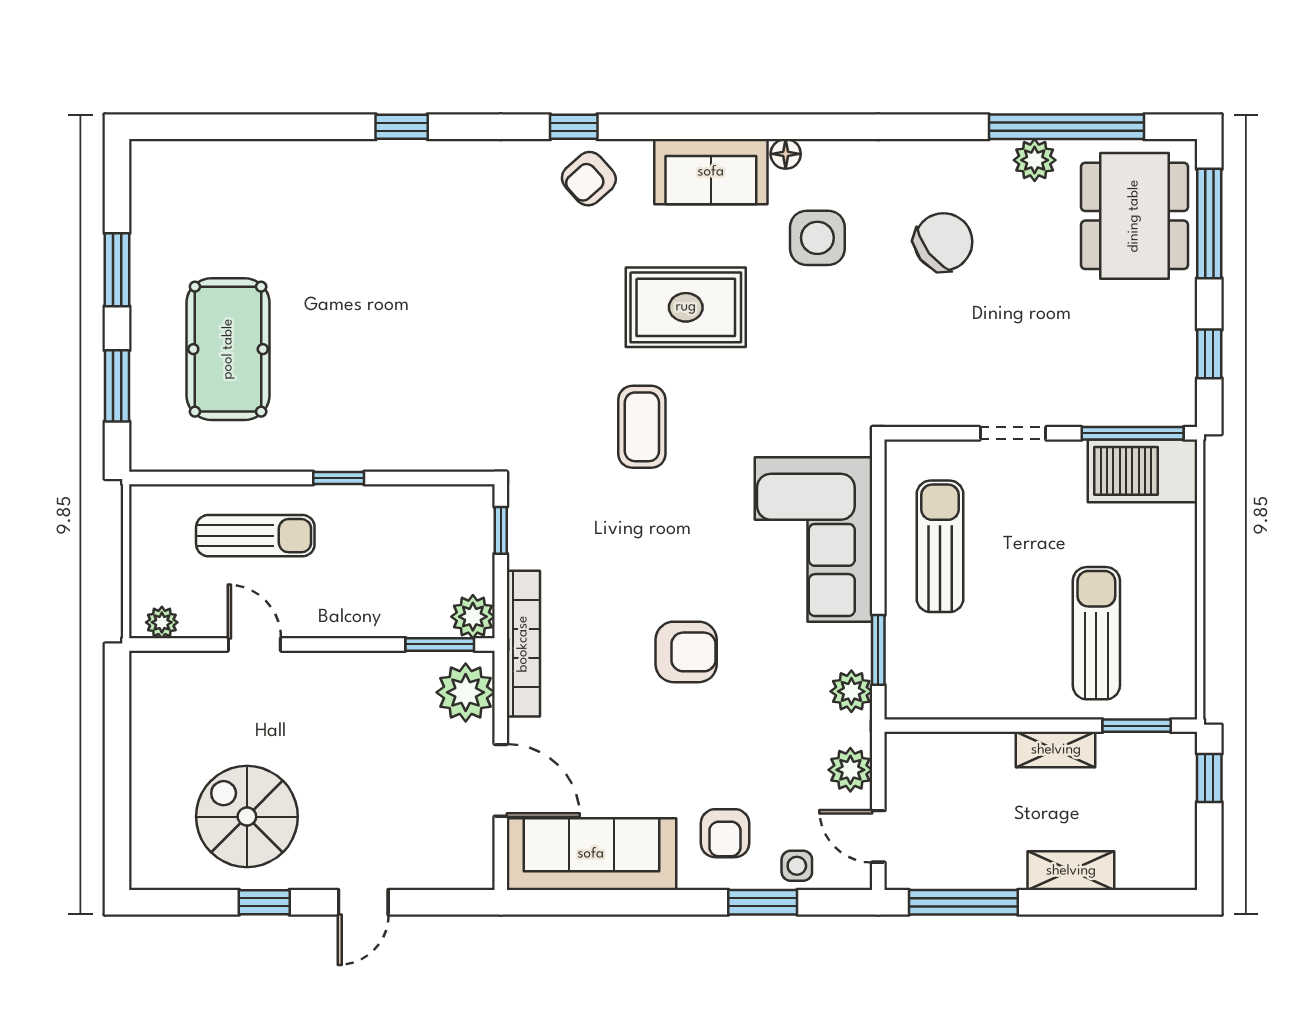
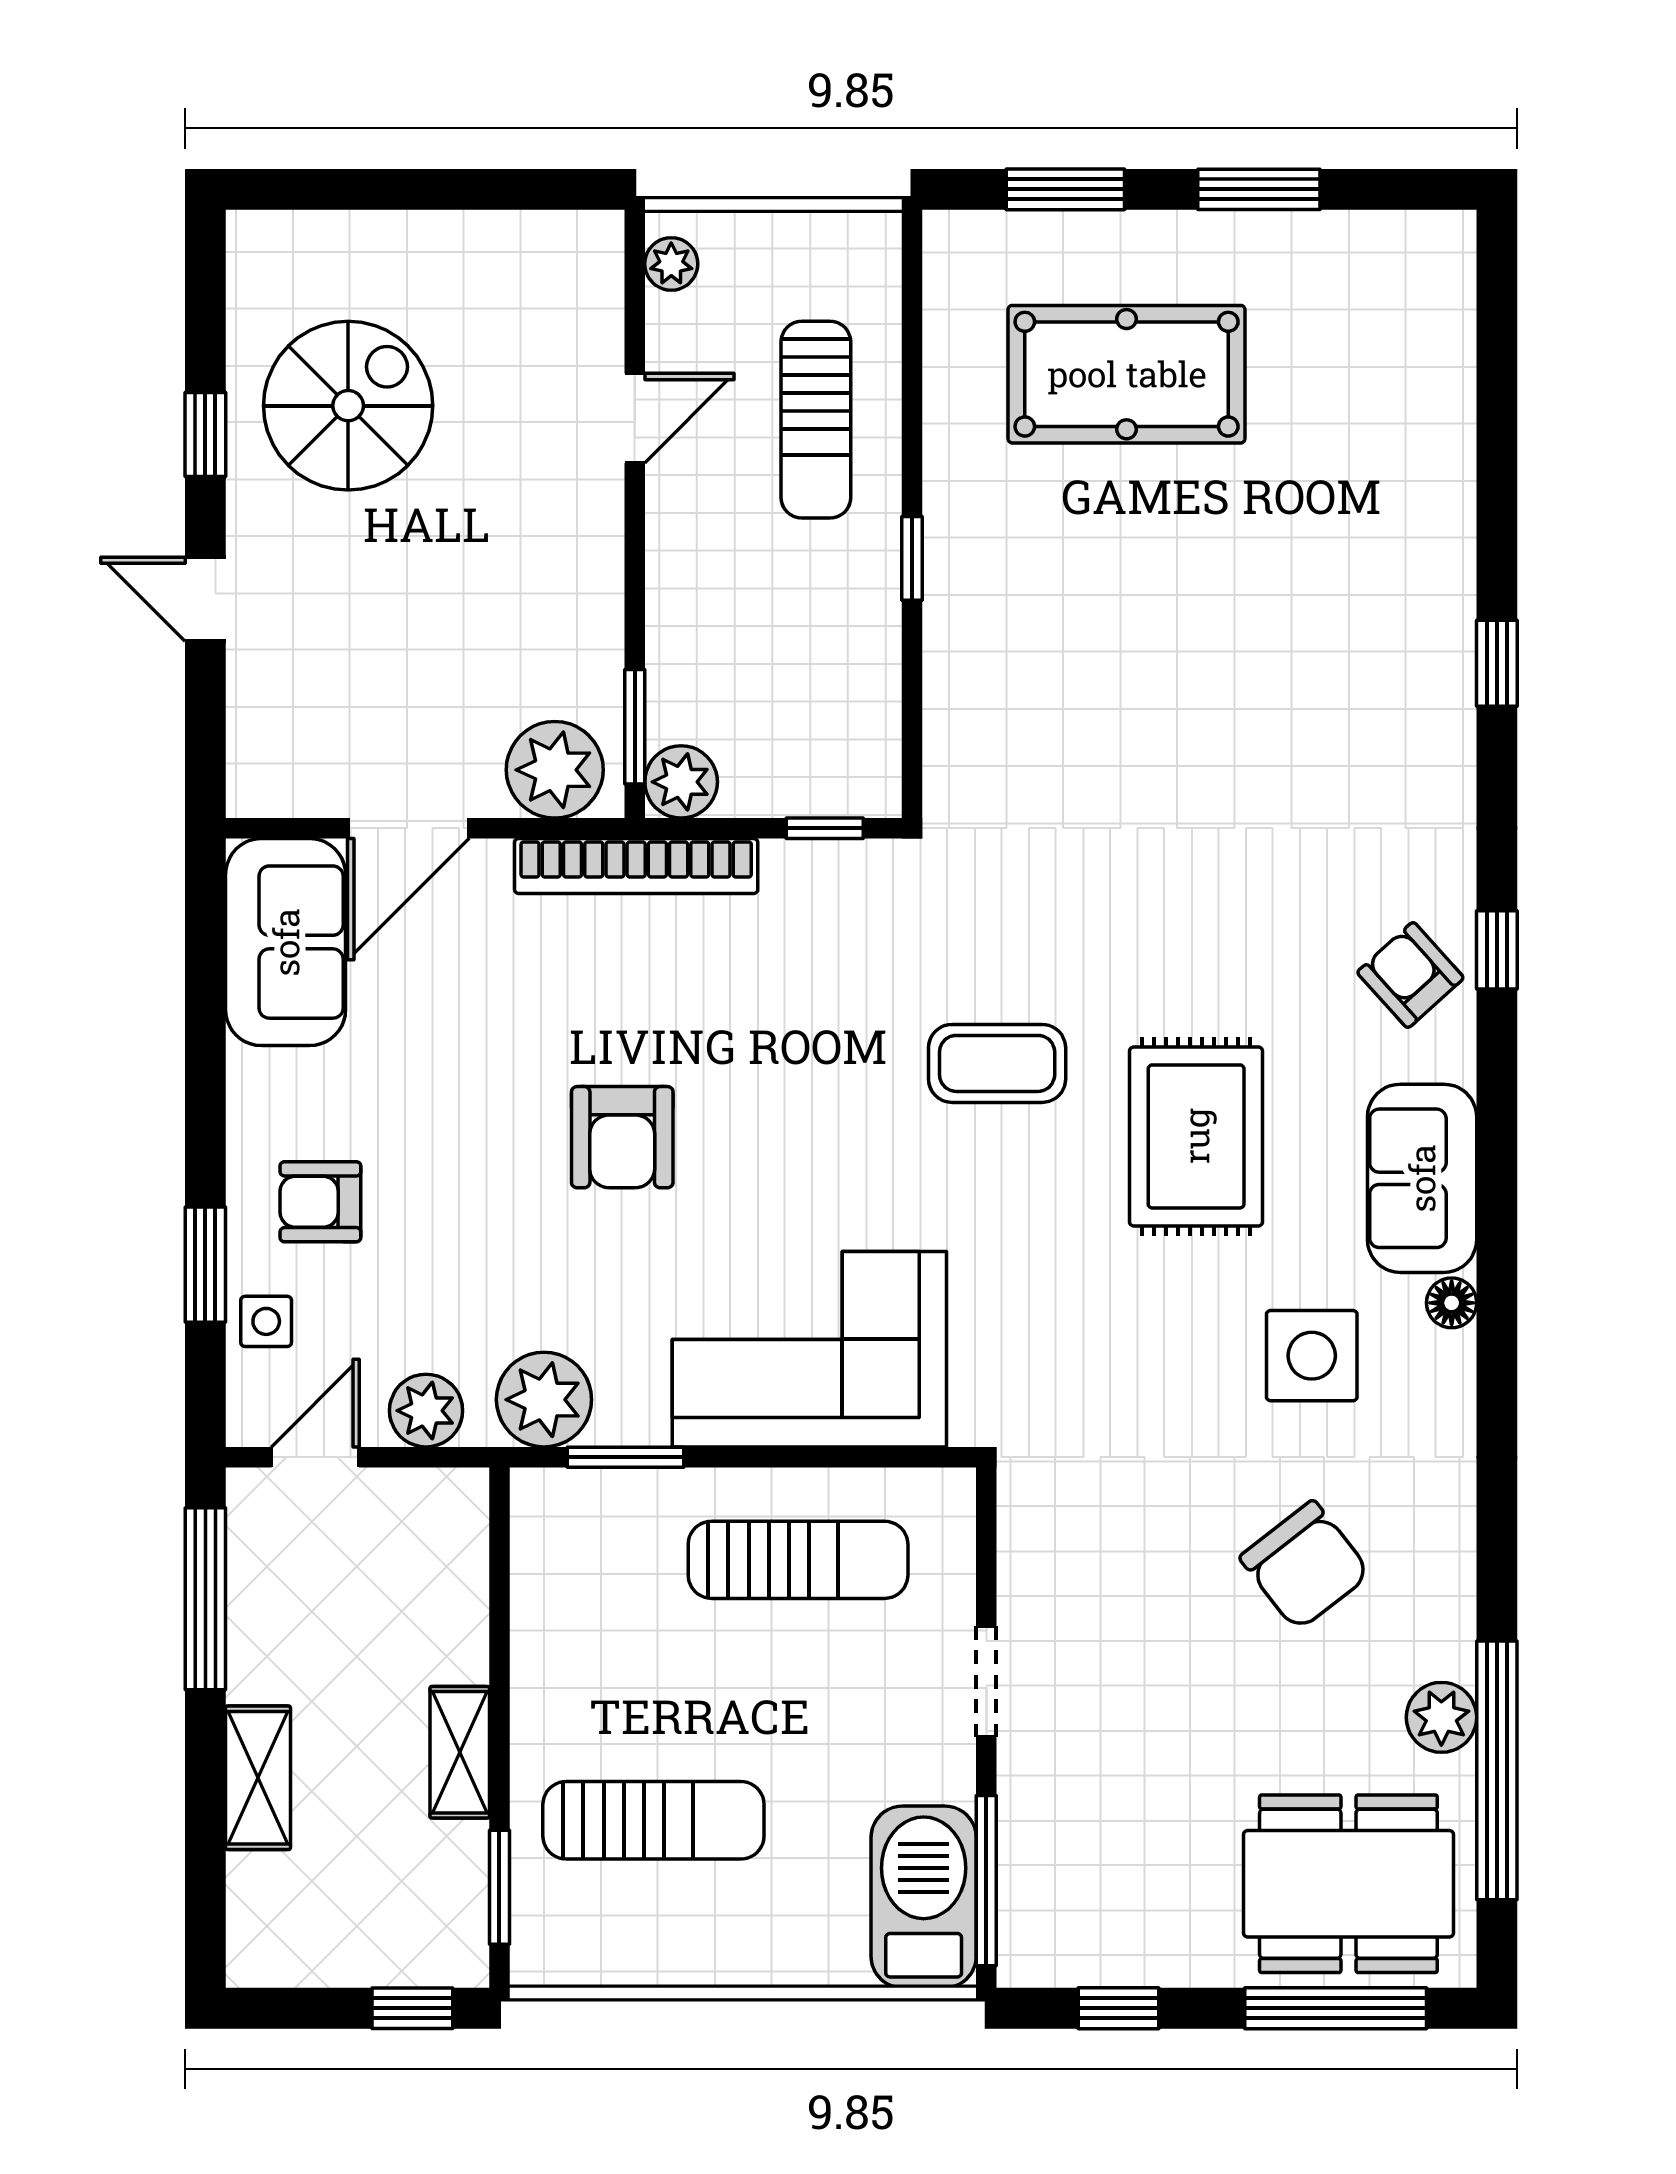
plant: (851, 691) -> (544, 1400), width x1.36, depth x1.36
sofa: (591, 854) -> (286, 942), width x0.73

